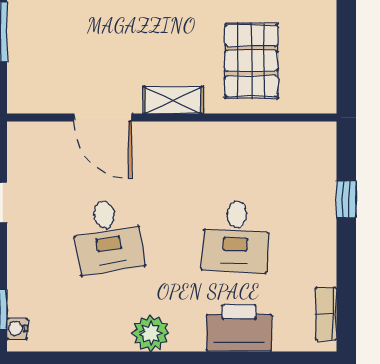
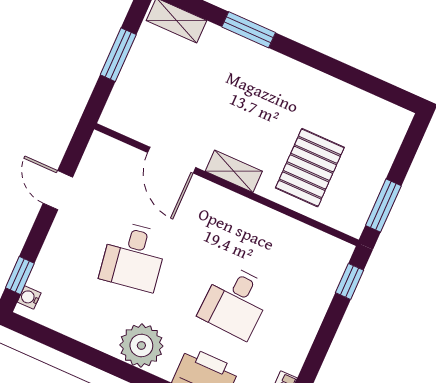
window: (346, 66) -> (383, 206), added
window: (346, 200) -> (349, 281), moved
plant: (151, 333) -> (141, 345), width x1.36, depth x1.36

